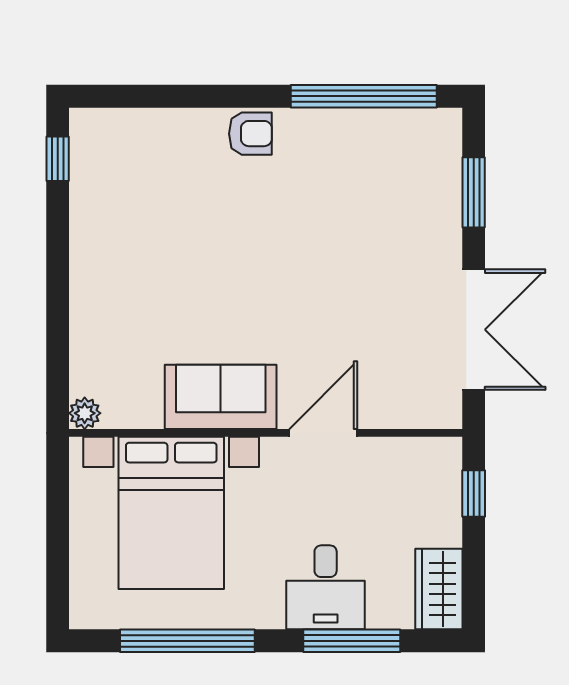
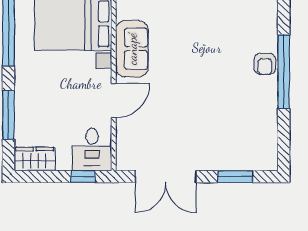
window: (364, 96) -> (284, 72), moved
door: (323, 433) -> (114, 101), hinge flipped
desk: (326, 587) -> (92, 150), moved, turned -90

